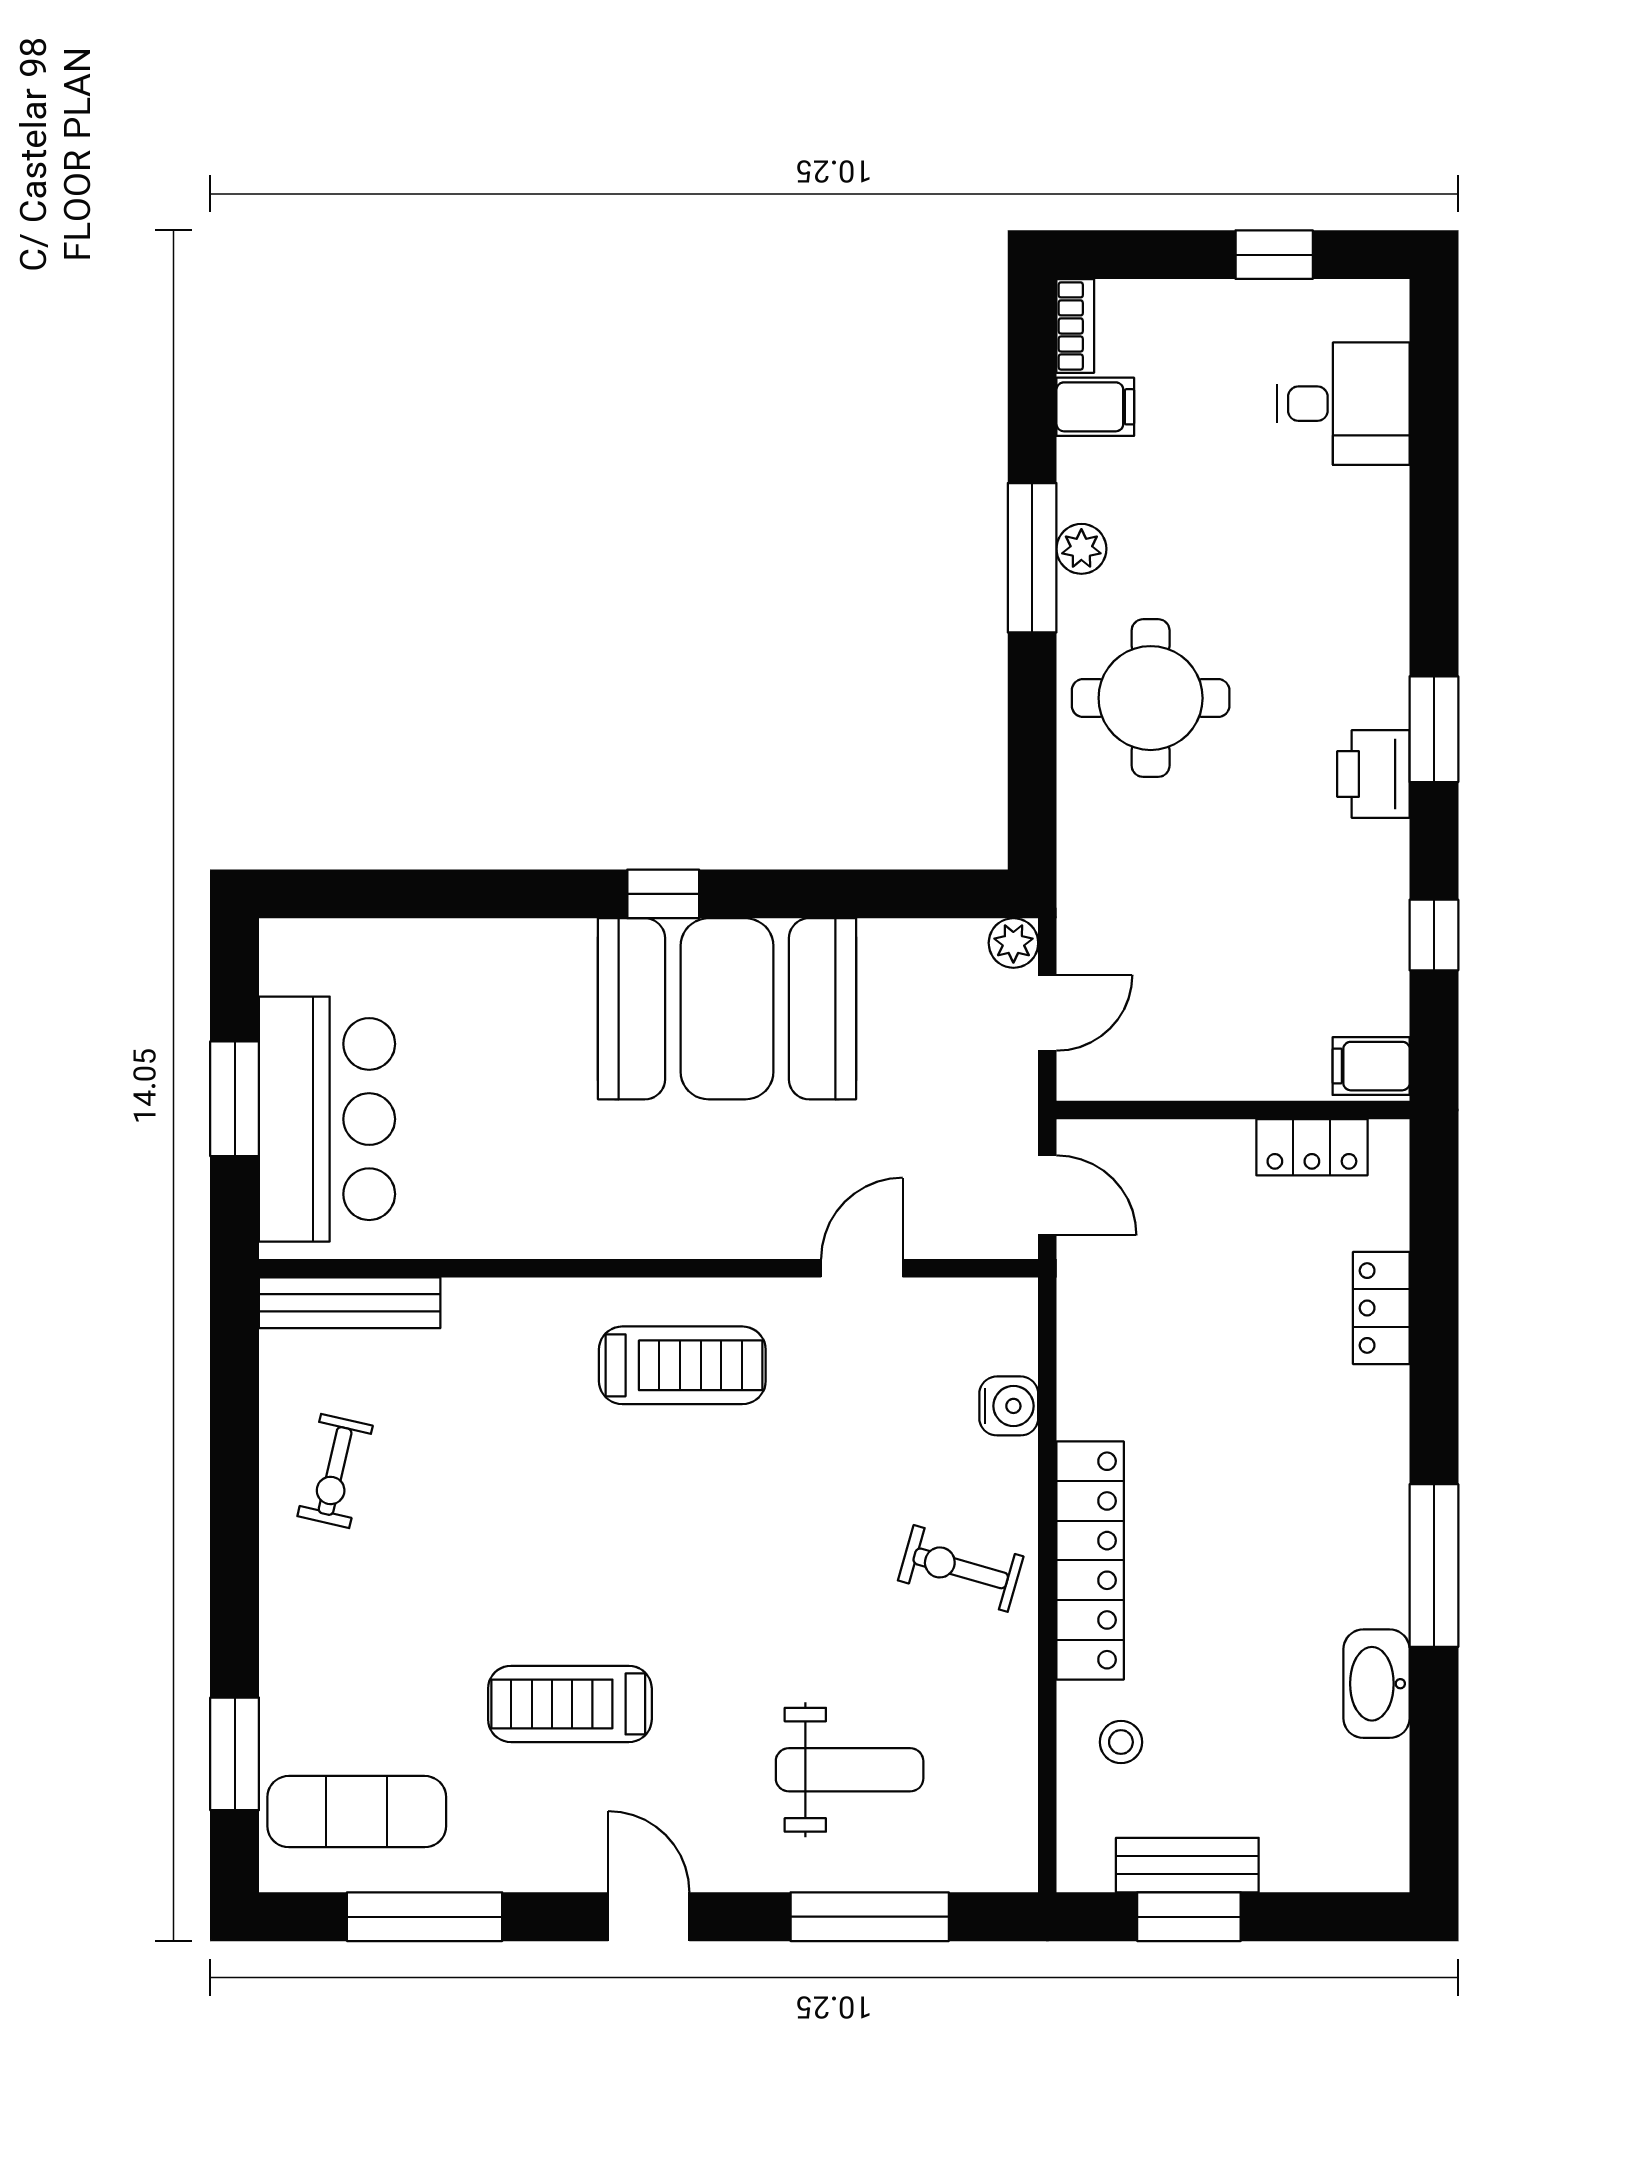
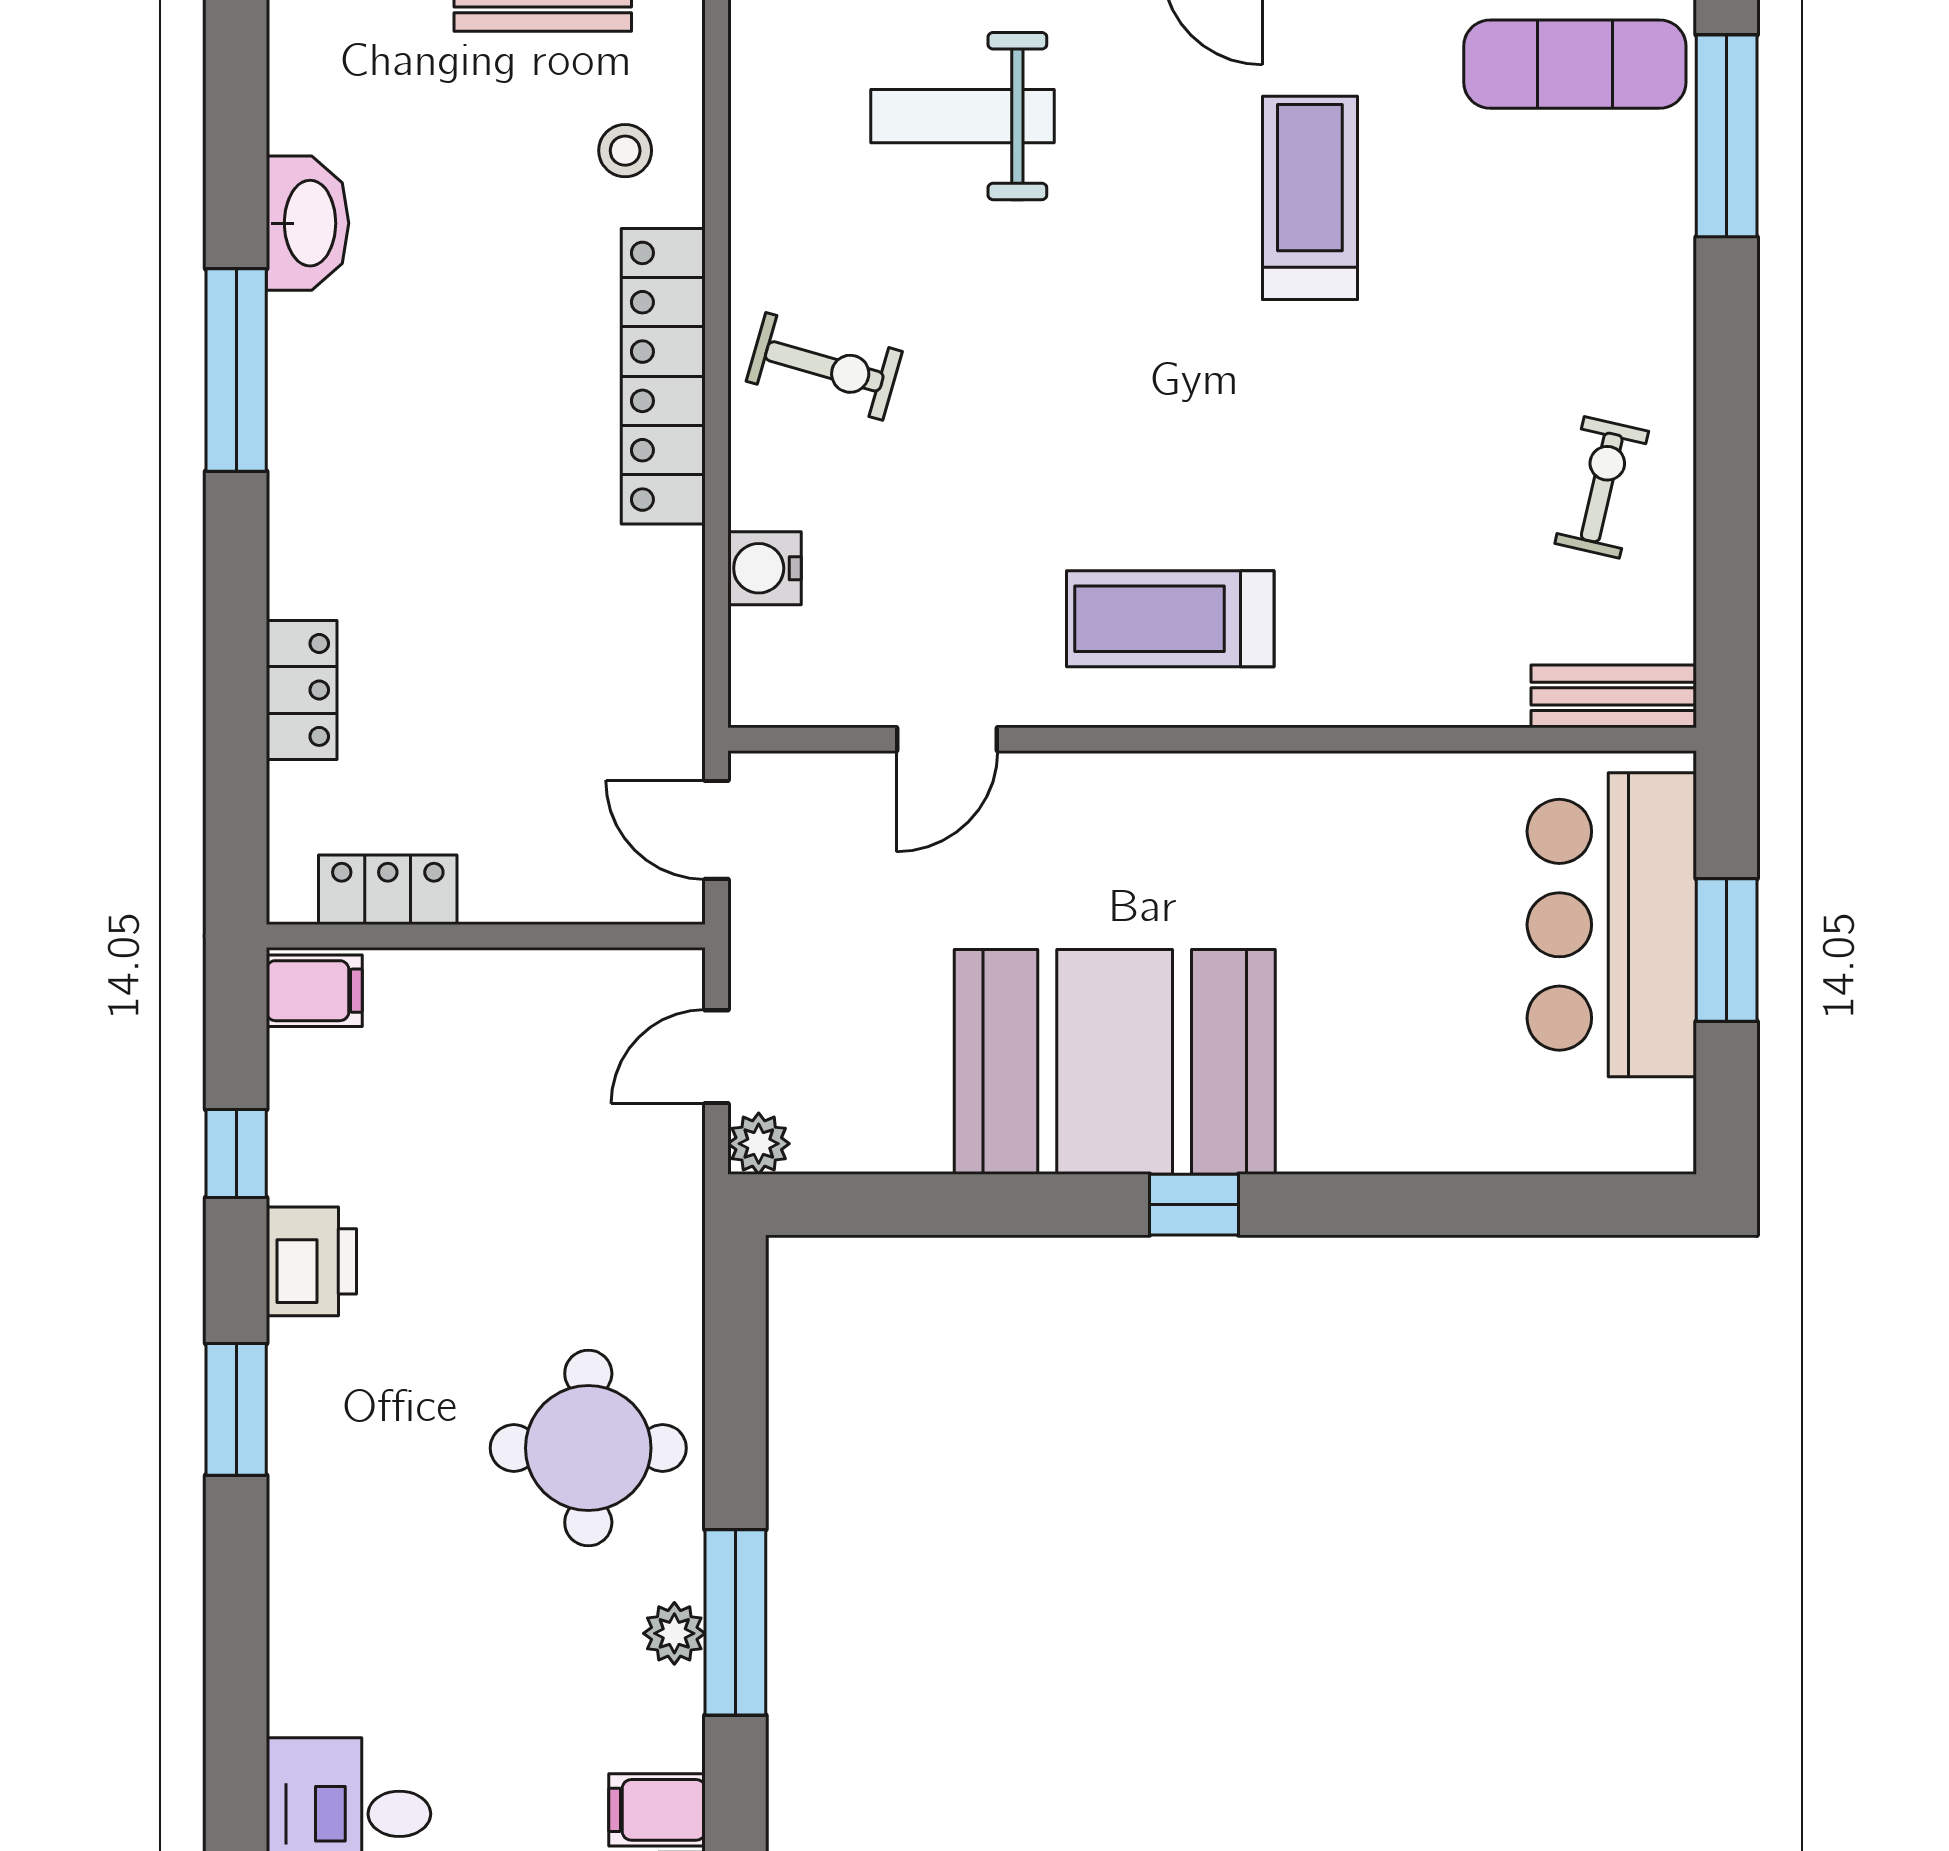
printer: (1373, 774) -> (311, 1261), moved
bench: (350, 1303) -> (1614, 696), width x0.73
treadmill: (570, 1704) -> (1310, 198), turned -90
window: (235, 1754) -> (1727, 136), width x1.44

